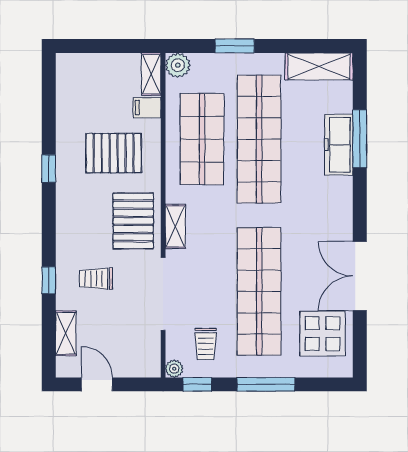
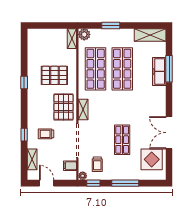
filing cabinet: (147, 108) -> (70, 166), moved
shop shelf: (259, 139) -> (122, 69), width x0.71
shop shelf: (259, 291) -> (122, 140), width x0.50, depth x0.74

